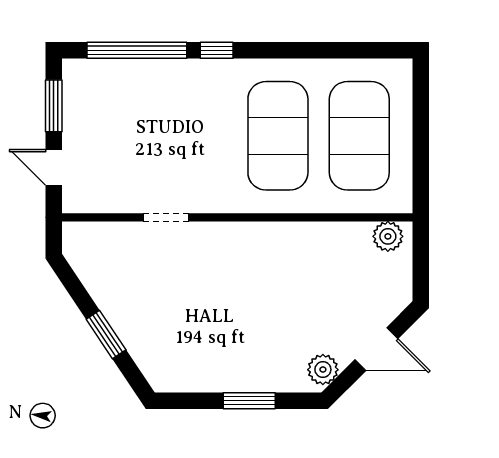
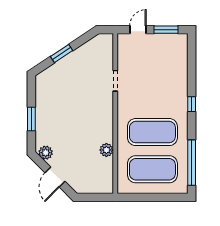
window: (137, 50) -> (192, 163), moved
plant: (388, 236) -> (106, 150), moved

